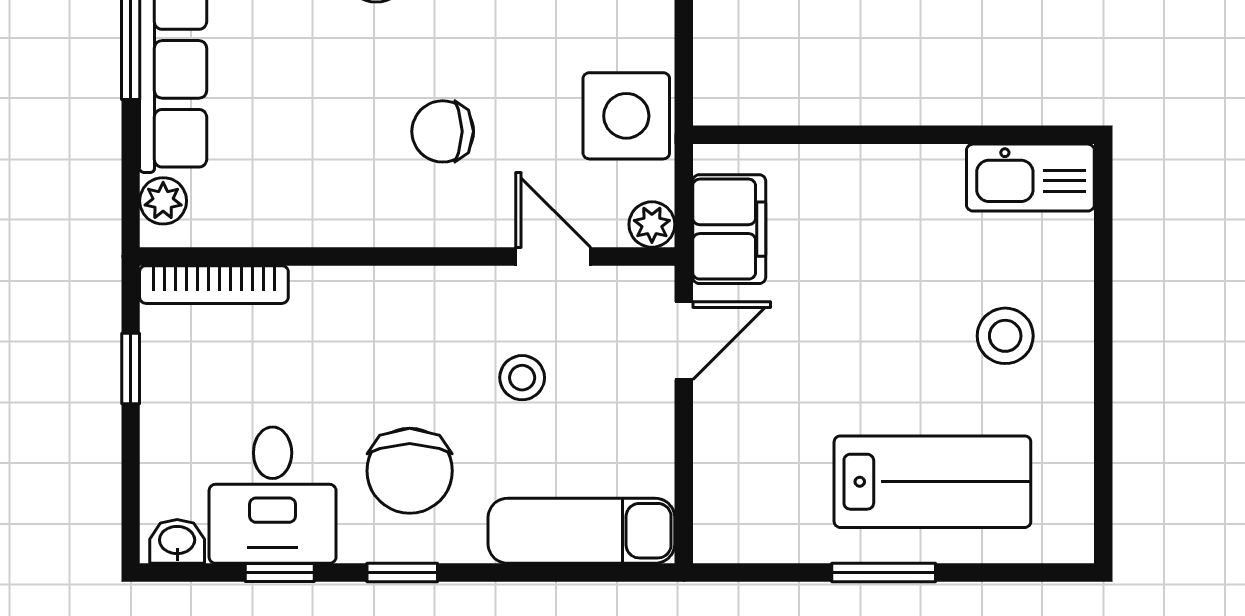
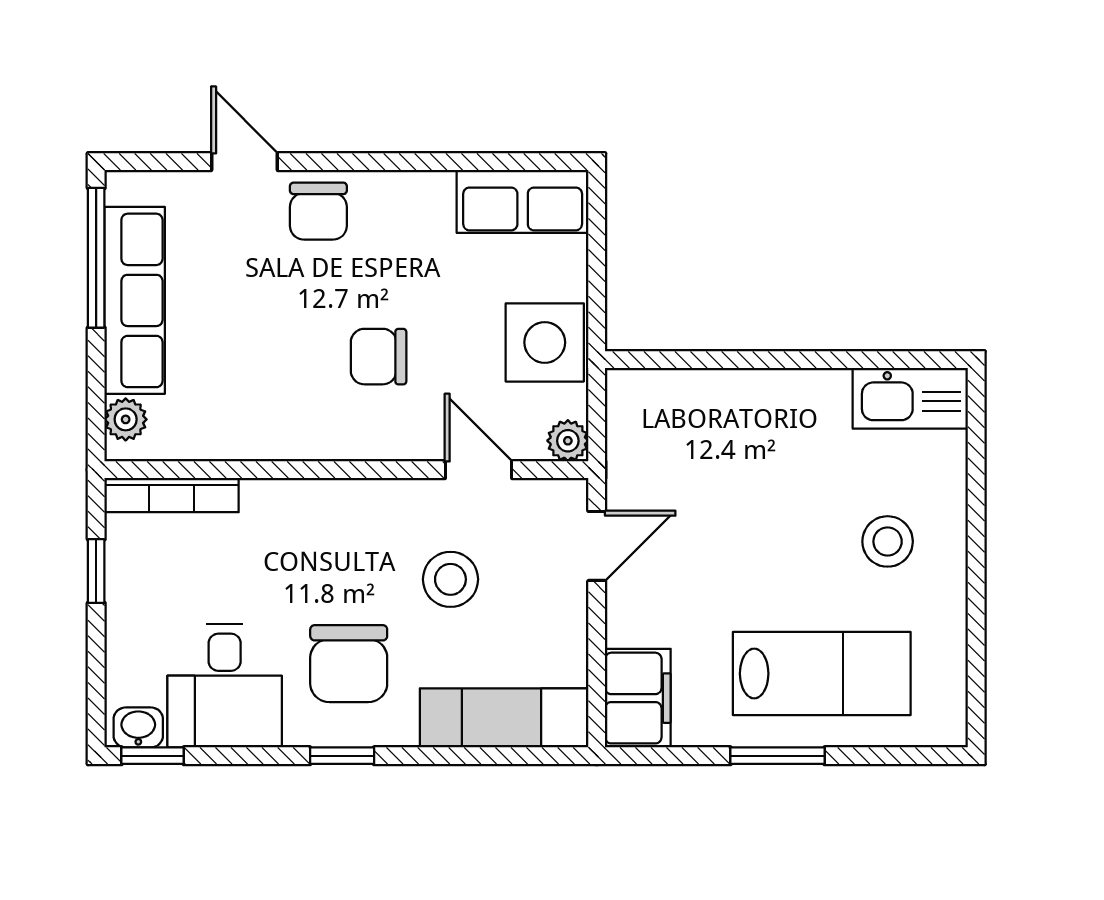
filing cabinet: (729, 229) -> (638, 698), moved
stool: (522, 378) -> (450, 579), width x1.37, depth x1.37
window: (280, 573) -> (153, 756), moved

